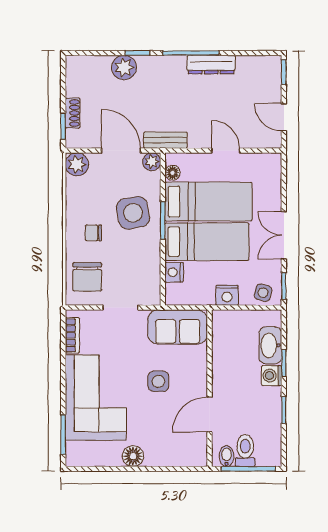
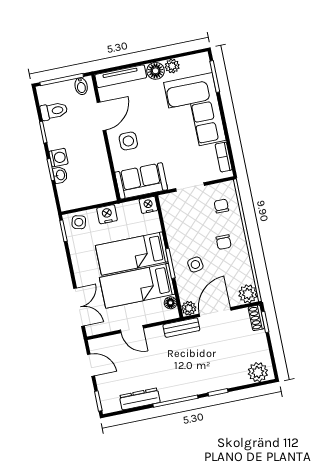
dresser: (211, 65) -> (140, 399), moved
plant: (124, 67) -> (258, 372), moved
shoe rack: (73, 113) -> (256, 318), moved
door: (121, 151) -> (215, 312), swing flipped
side table: (133, 213) -> (195, 265), width x0.54, depth x0.54
chair: (93, 233) -> (224, 242), turned 90
double door: (284, 235) -> (79, 307), moved
nightstand: (174, 272) -> (148, 205), moved, turned -90
chair: (87, 277) -> (221, 206), width x0.54, depth x0.54
washbasin: (270, 345) -> (60, 175), width x0.52, depth x0.69
side table: (158, 381) -> (128, 141), moved
toilet: (245, 451) -> (54, 111), moved, turned -90
plant: (112, 458) -> (172, 66), added
tv unit: (176, 458) -> (121, 76), added

